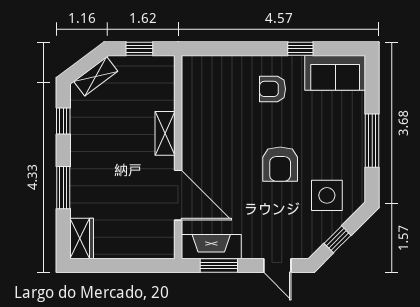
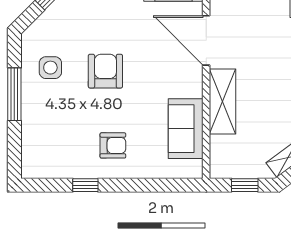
sofa: (335, 73) -> (186, 129), moved, turned -90
shelving: (165, 133) -> (223, 101), width x1.50, depth x1.33
side table: (327, 195) -> (50, 68), moved, width x0.73, depth x0.73

